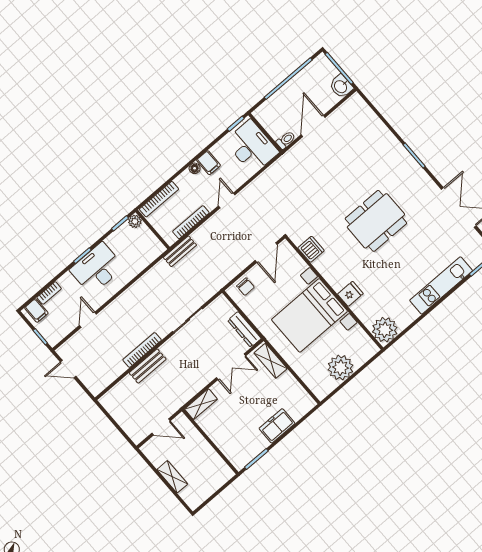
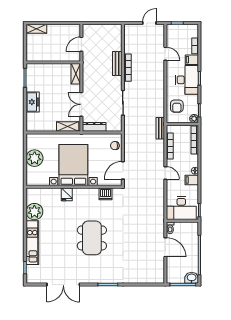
washbasin: (341, 86) -> (192, 278), moved
door: (266, 253) -> (123, 170), hinge flipped
armchair: (137, 254) -> (177, 106), added
filing cabinet: (36, 310) -> (192, 60), moved
plant: (385, 330) -> (34, 212), moved
shelving: (172, 477) -> (36, 29), moved

